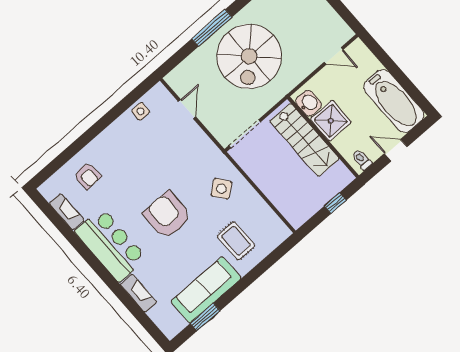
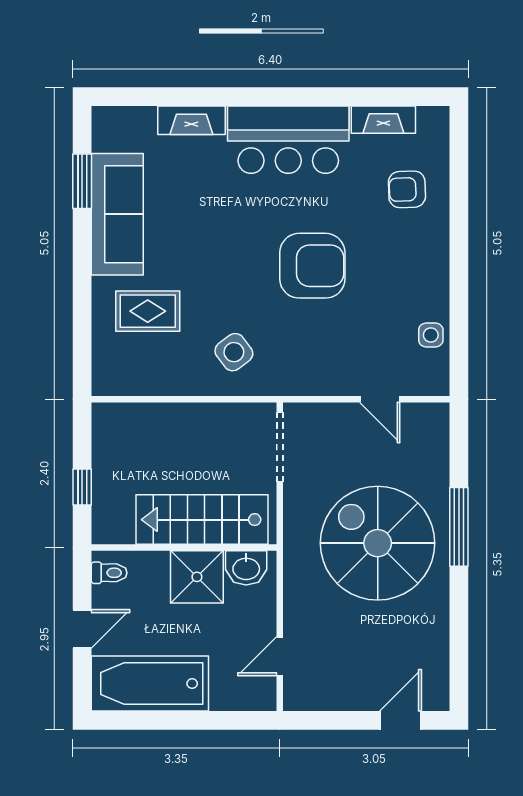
armchair: (167, 215) -> (312, 266), moved

